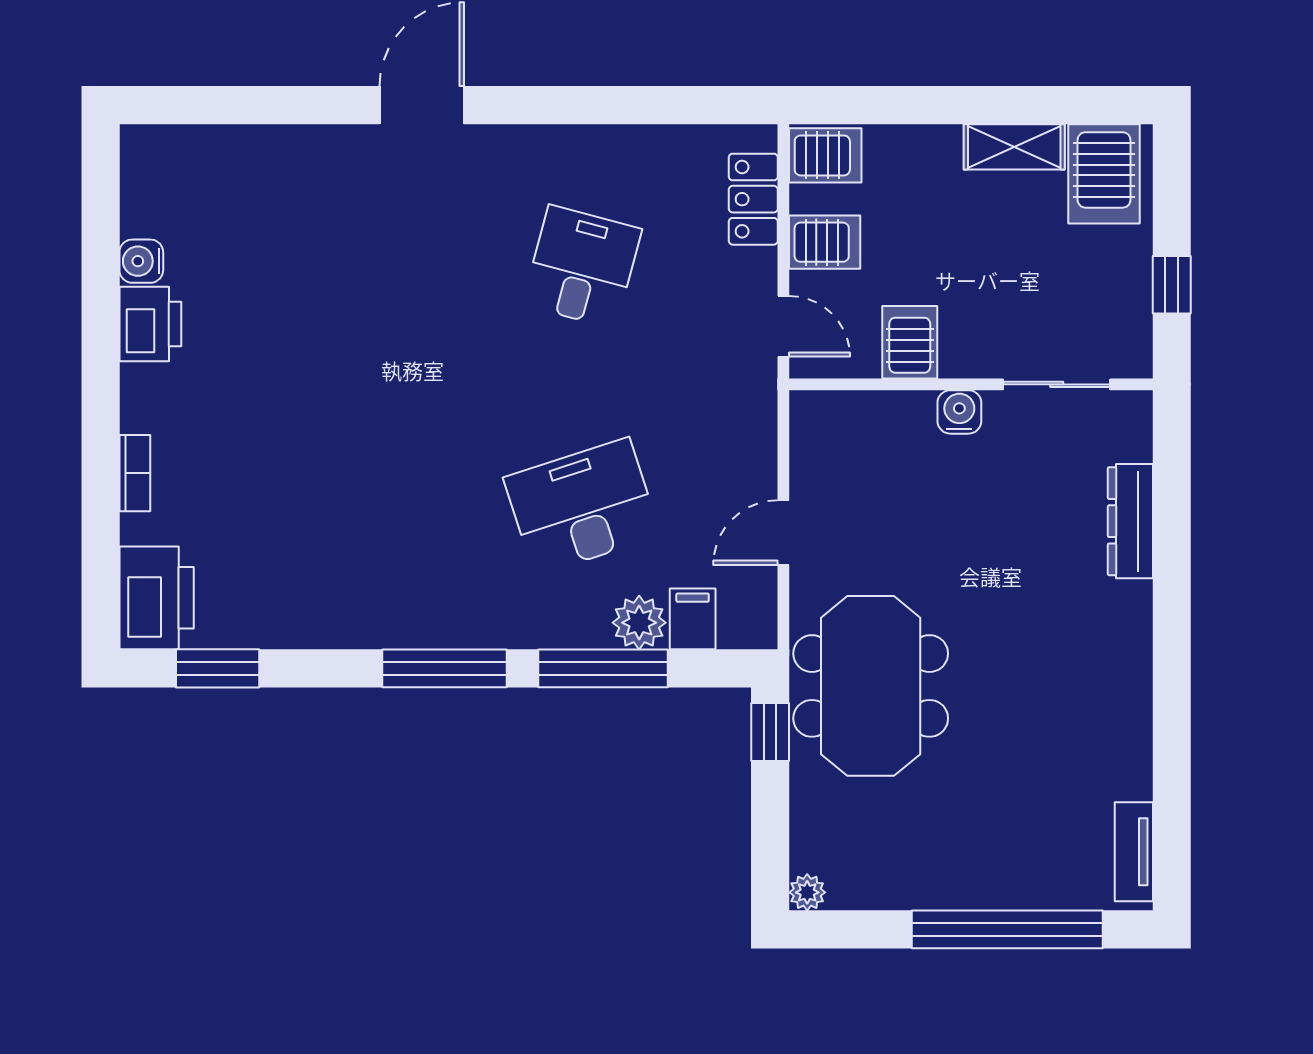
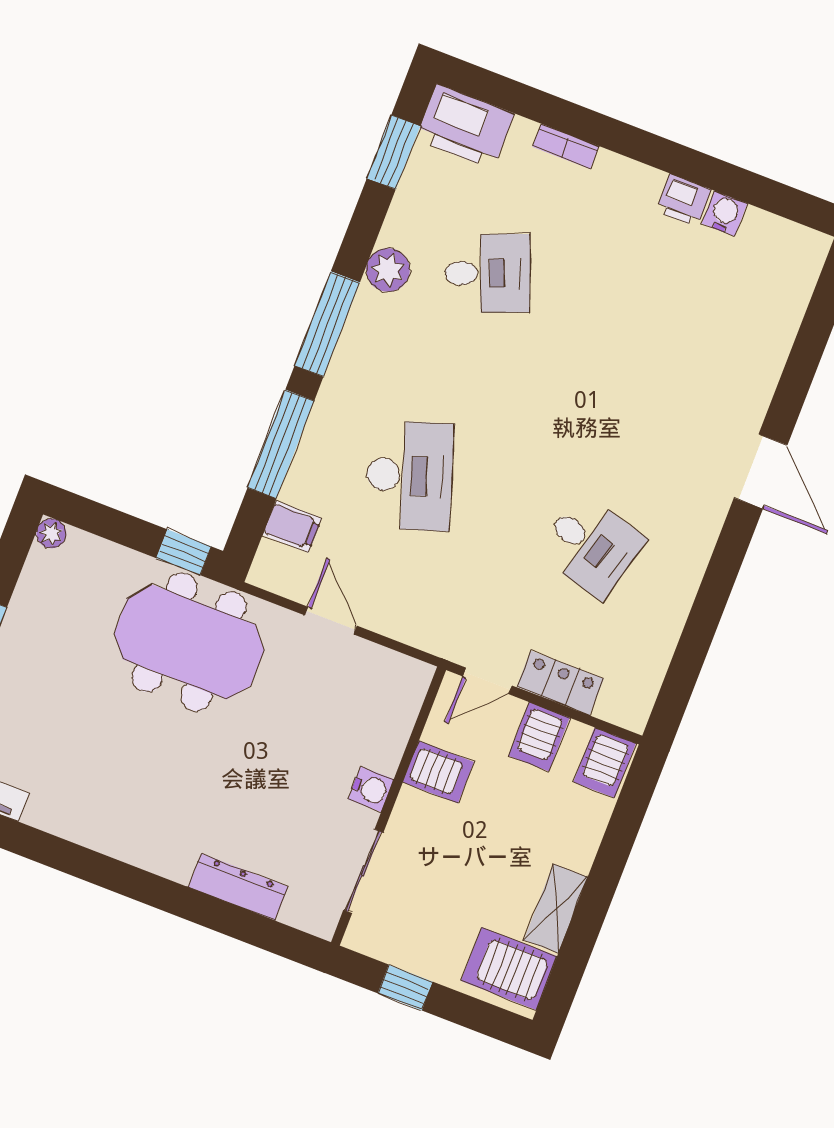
locker: (753, 199) -> (560, 683), moved
printer: (150, 324) -> (683, 200), width x0.73, depth x0.81
desk: (315, 507) -> (488, 273), added
plant: (639, 623) -> (388, 270), moved

